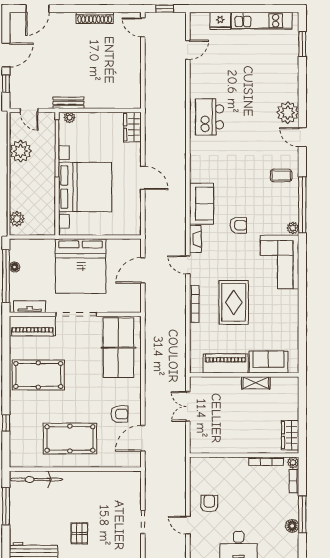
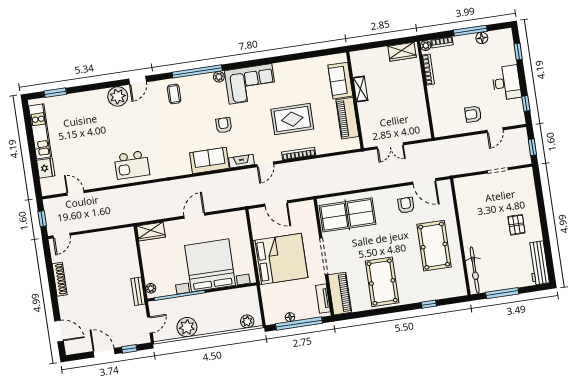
pallet: (79, 533) -> (516, 225), turned 90

